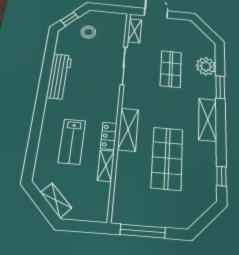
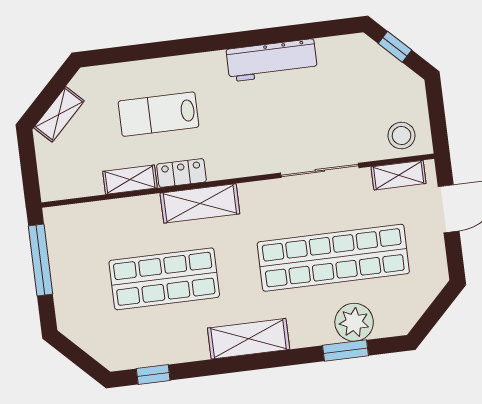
stool: (88, 32) -> (401, 136), moved
shop shelf: (171, 69) -> (333, 258), width x2.00, depth x1.36
window: (220, 87) -> (345, 351), moved

